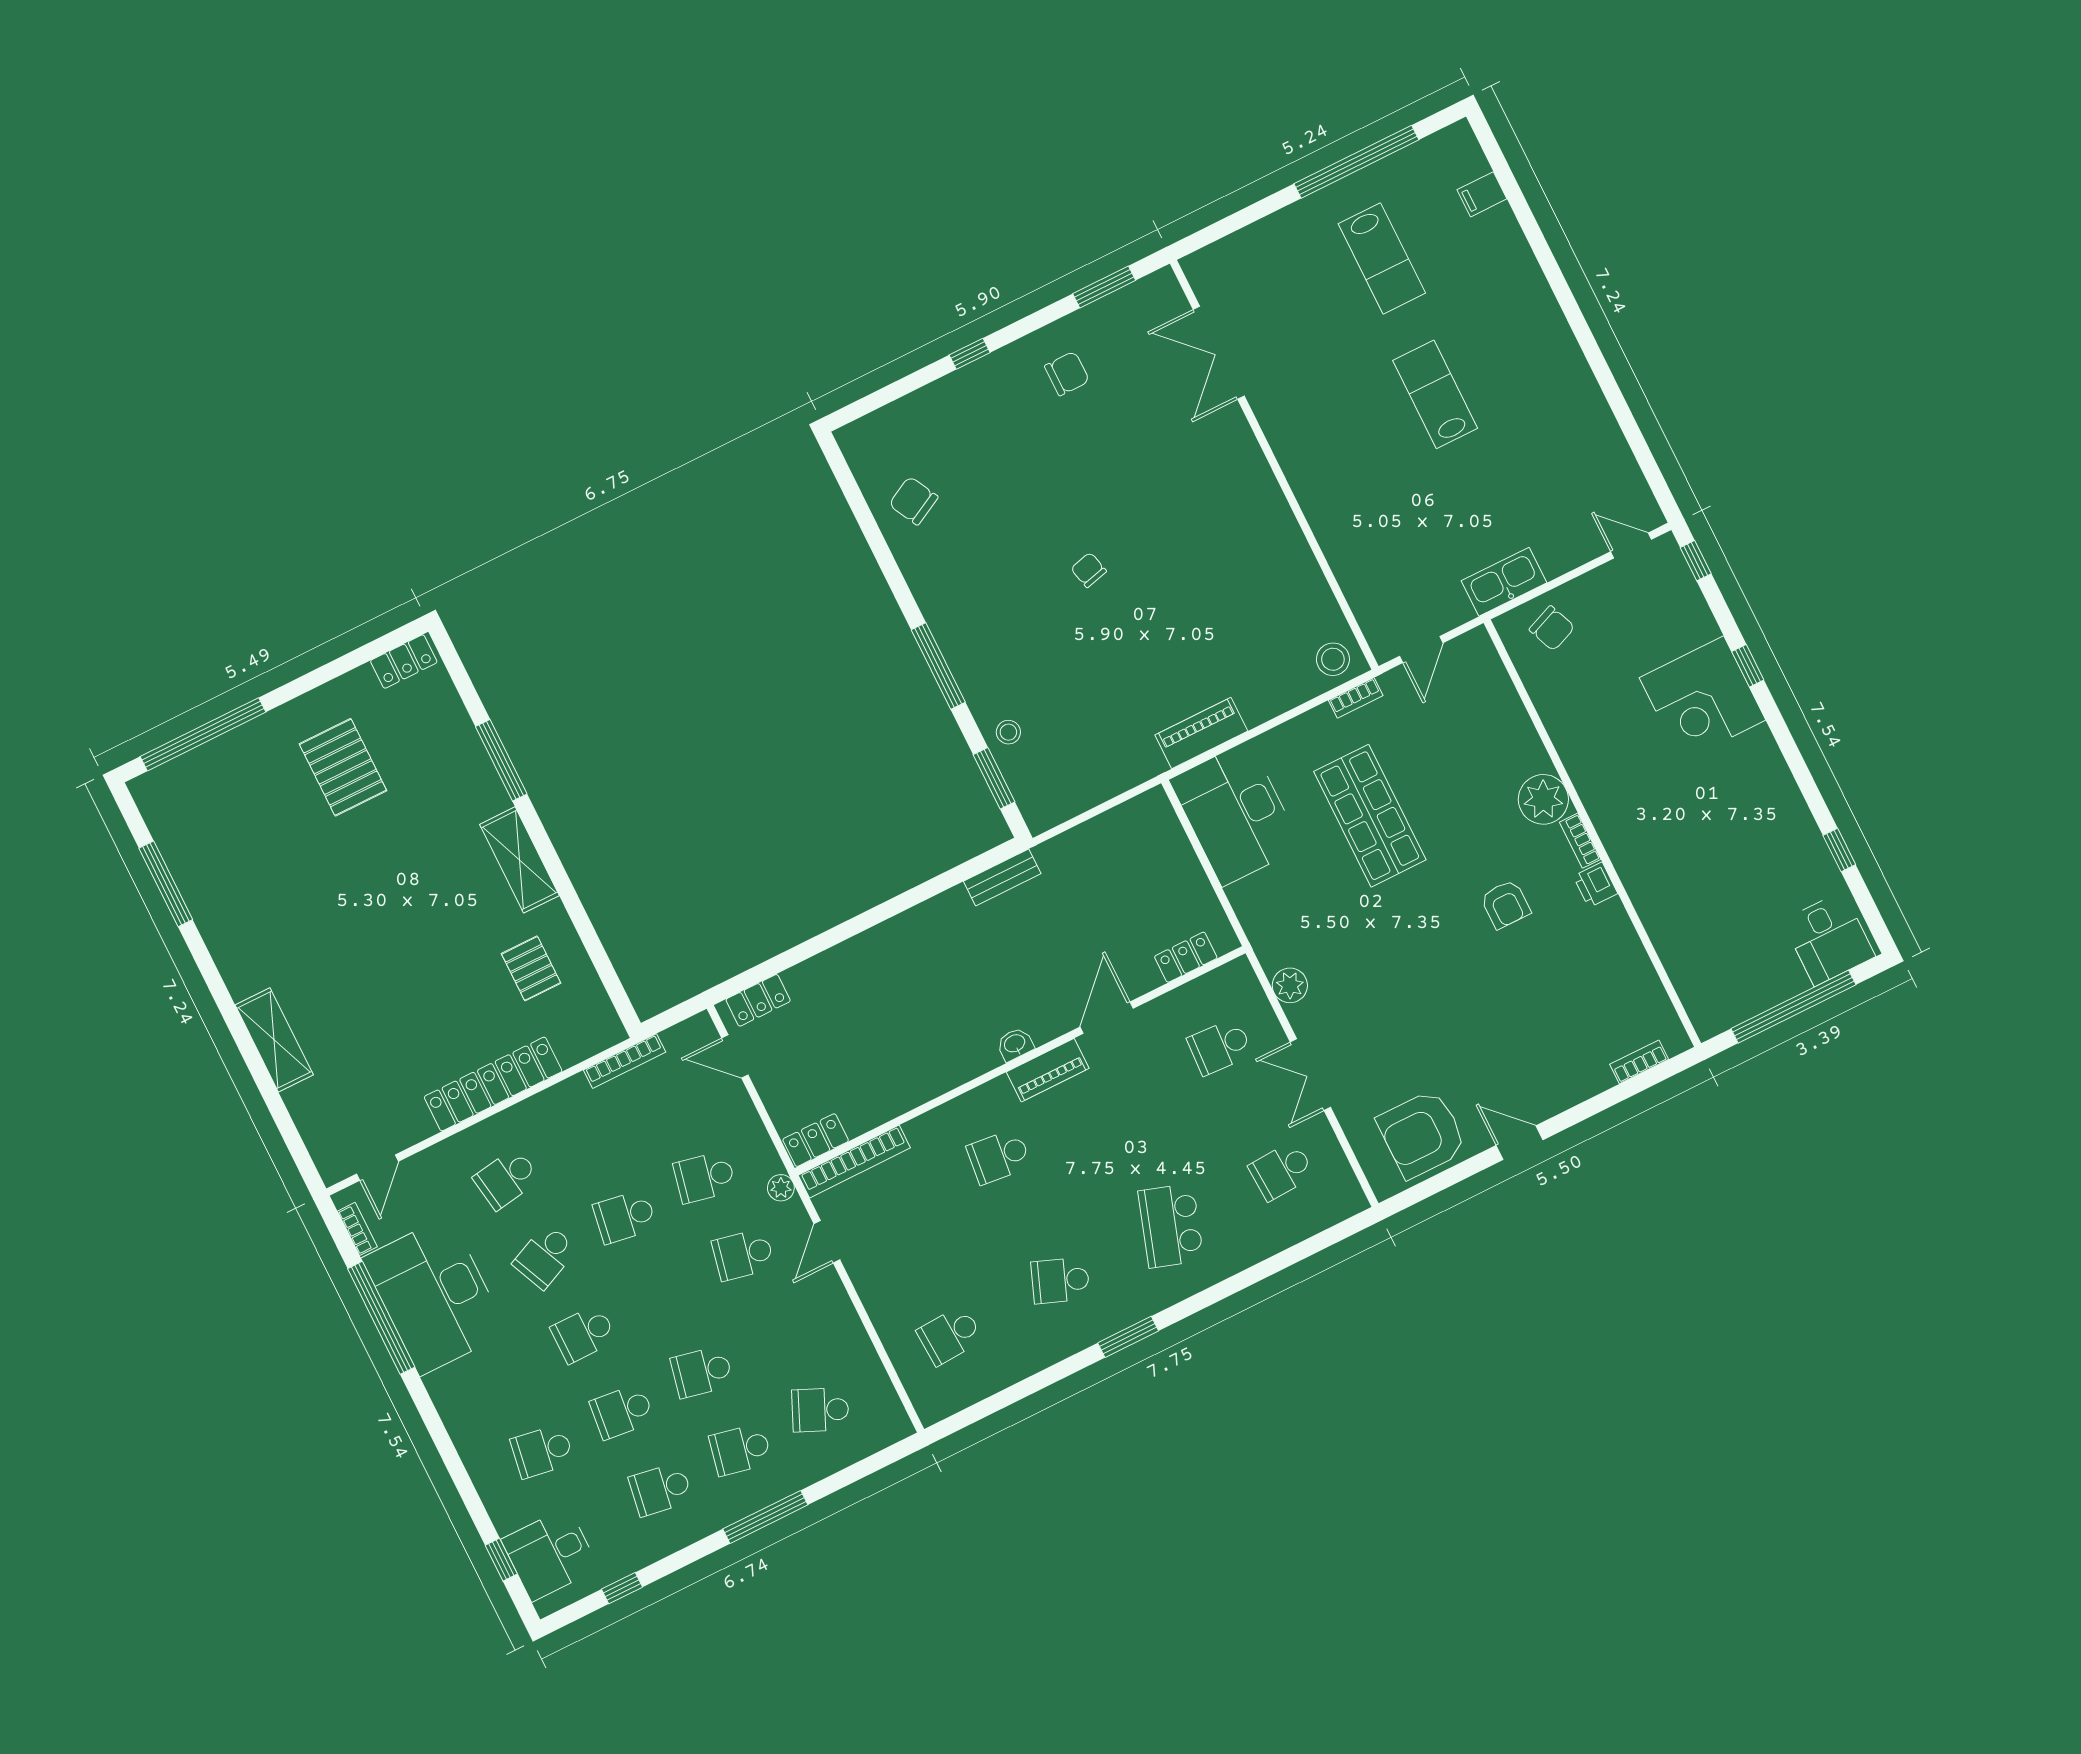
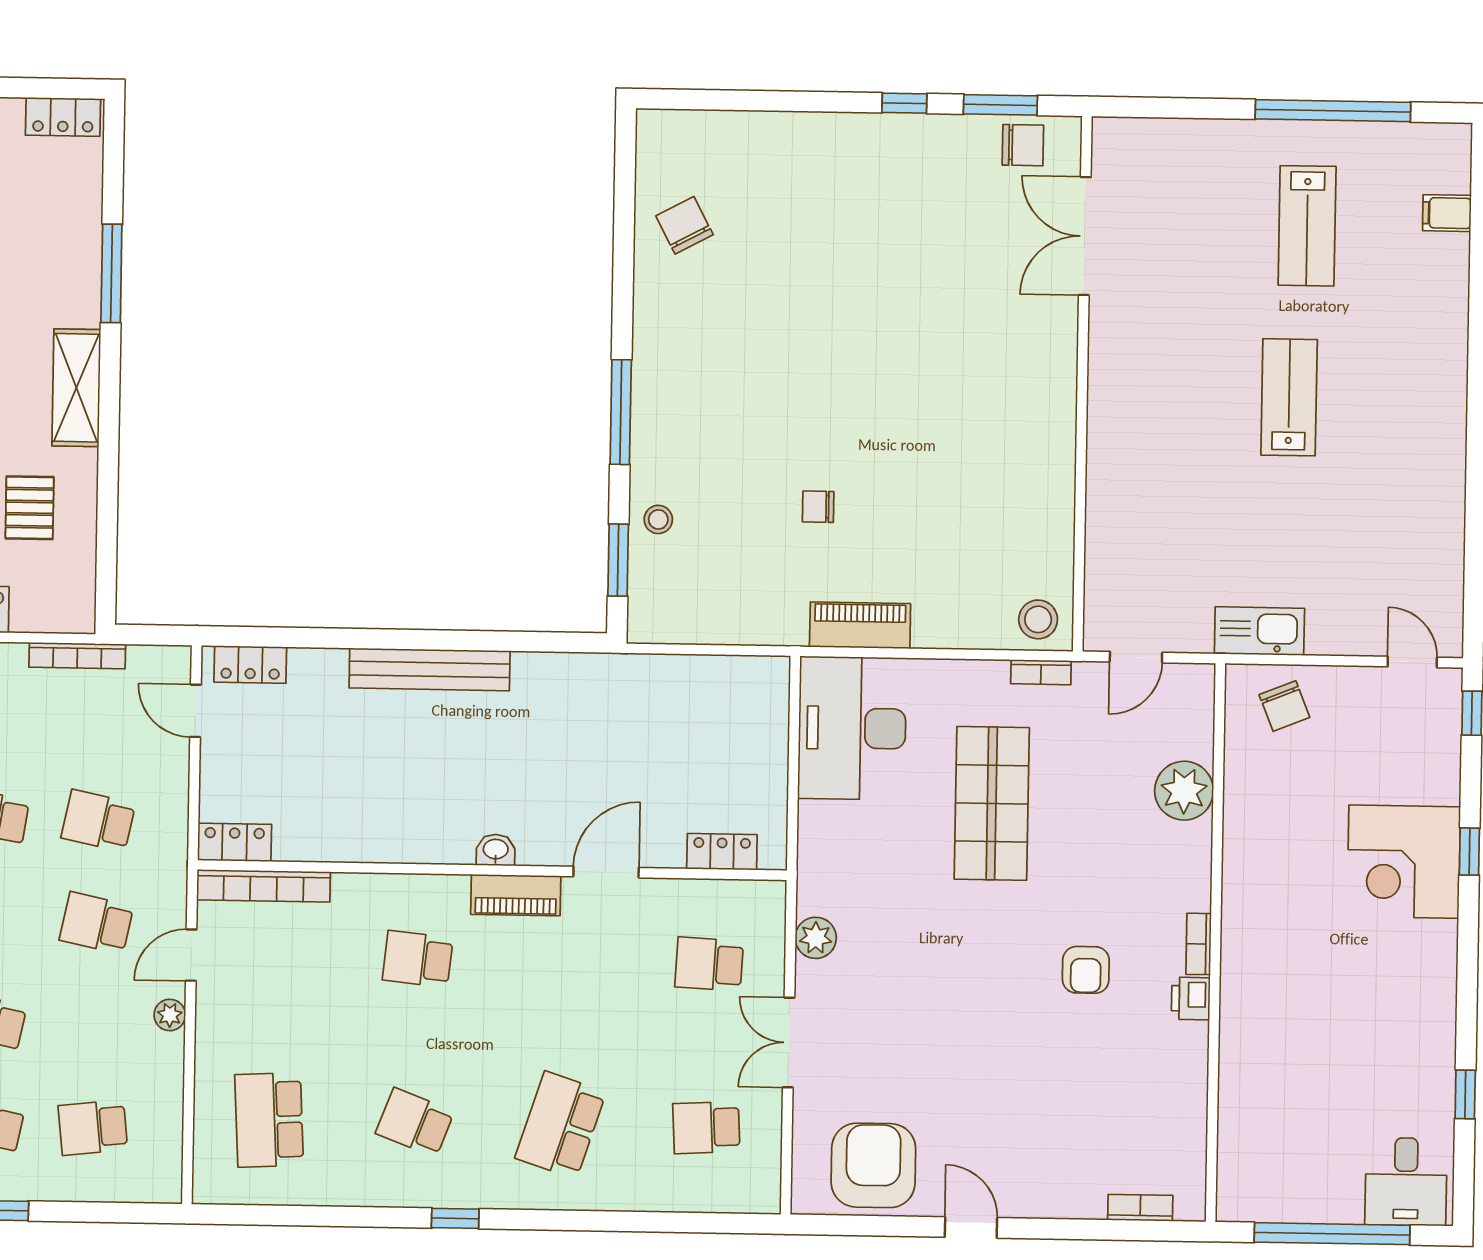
window: (970, 354) -> (904, 103), moved
chair: (1067, 373) -> (1023, 145), moved
chair: (1089, 570) -> (818, 507), moved, turned -76
plant: (1543, 799) -> (1184, 791), moved
bench: (1002, 877) -> (430, 669), moved, width x1.86, depth x1.21
armchair: (1422, 1134) -> (873, 1165), turned 90
plant: (781, 1188) -> (170, 1015), moved
school desk: (950, 1335) -> (269, 1120), width x1.85
window: (1128, 1337) -> (455, 1218), width x0.67
school desk: (820, 1410) -> (93, 1128), turned -30

